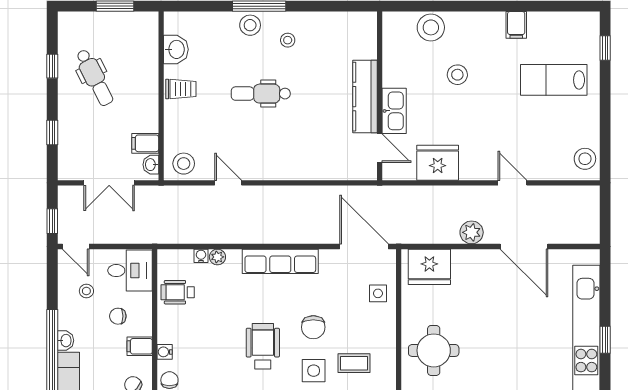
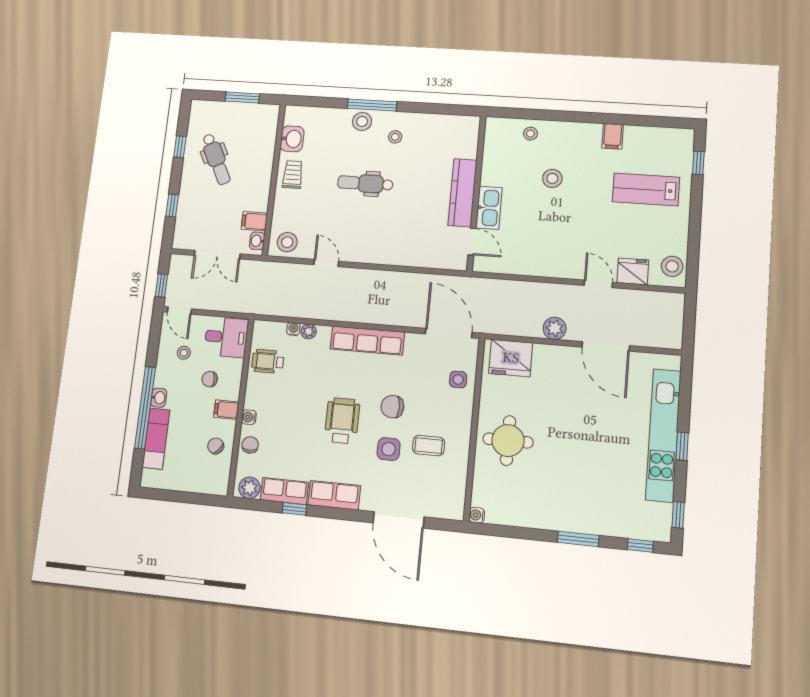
stool: (431, 27) -> (530, 134), width x0.53, depth x0.53
trolley: (181, 89) -> (293, 174), turned -90
fridge: (438, 163) -> (633, 271), moved, width x0.73, depth x0.75
chair: (313, 327) -> (392, 407), turned 90

